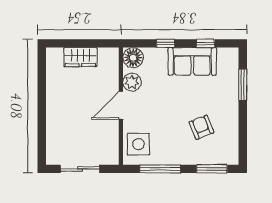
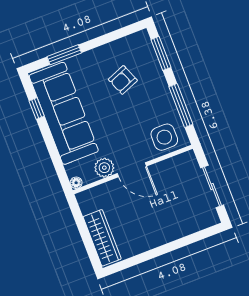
window: (166, 43) -> (52, 149), removed
wardrobe: (80, 57) -> (102, 238), width x1.50
floor lamp: (133, 58) -> (76, 183), width x0.53, depth x0.53
sofa: (192, 61) -> (64, 113), width x1.85, depth x1.27

